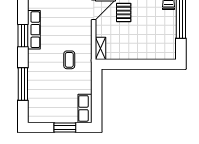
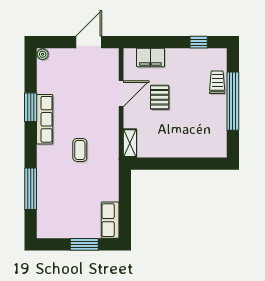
window: (23, 36) -> (31, 107), moved
coffee table: (69, 60) -> (80, 150), moved

